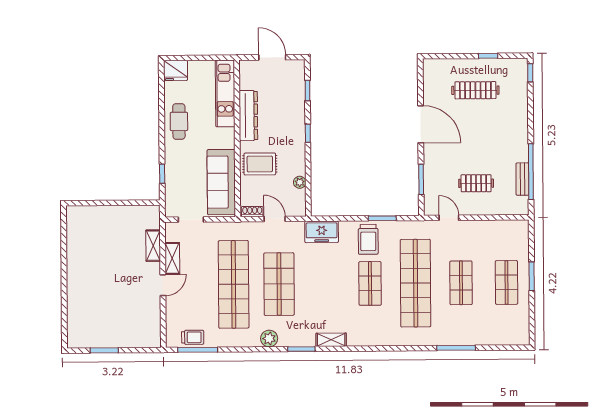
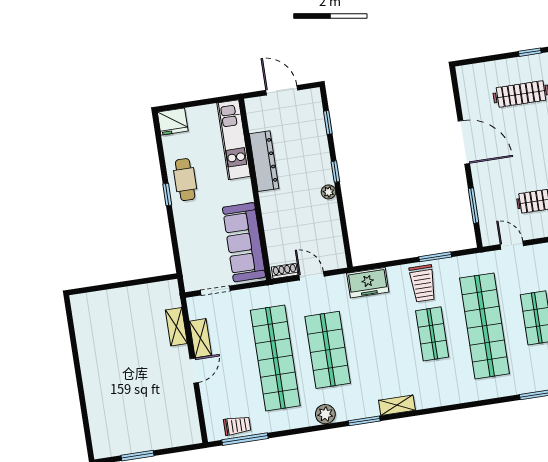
rug: (260, 164) -> (285, 215), removed
window: (162, 174) -> (167, 195), moved
plant: (300, 182) -> (329, 192), moved

